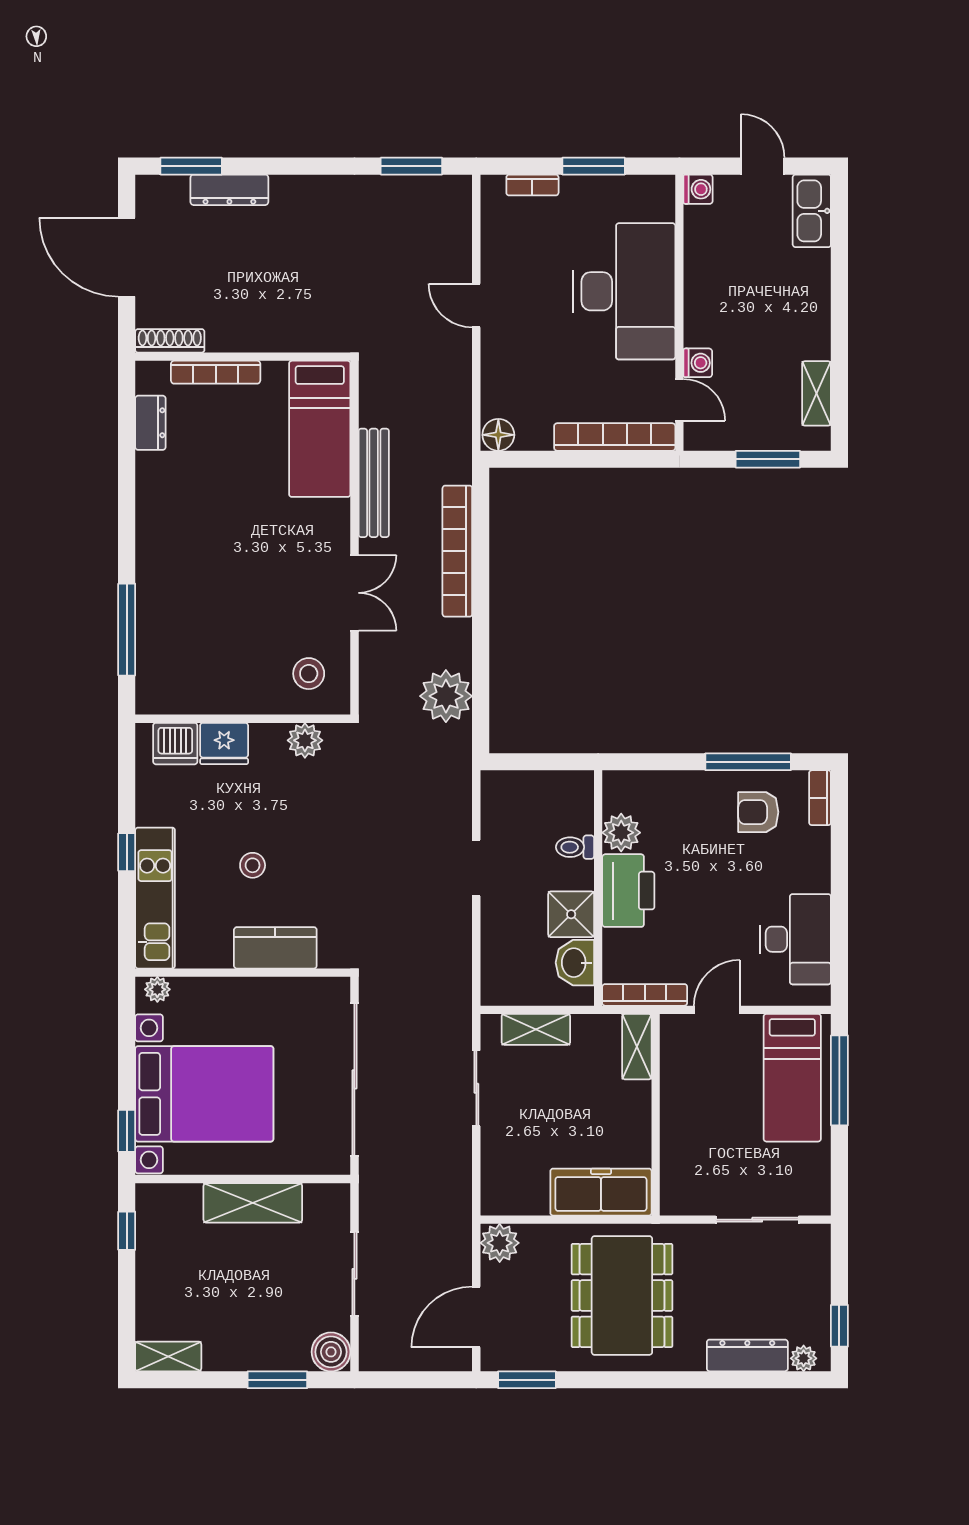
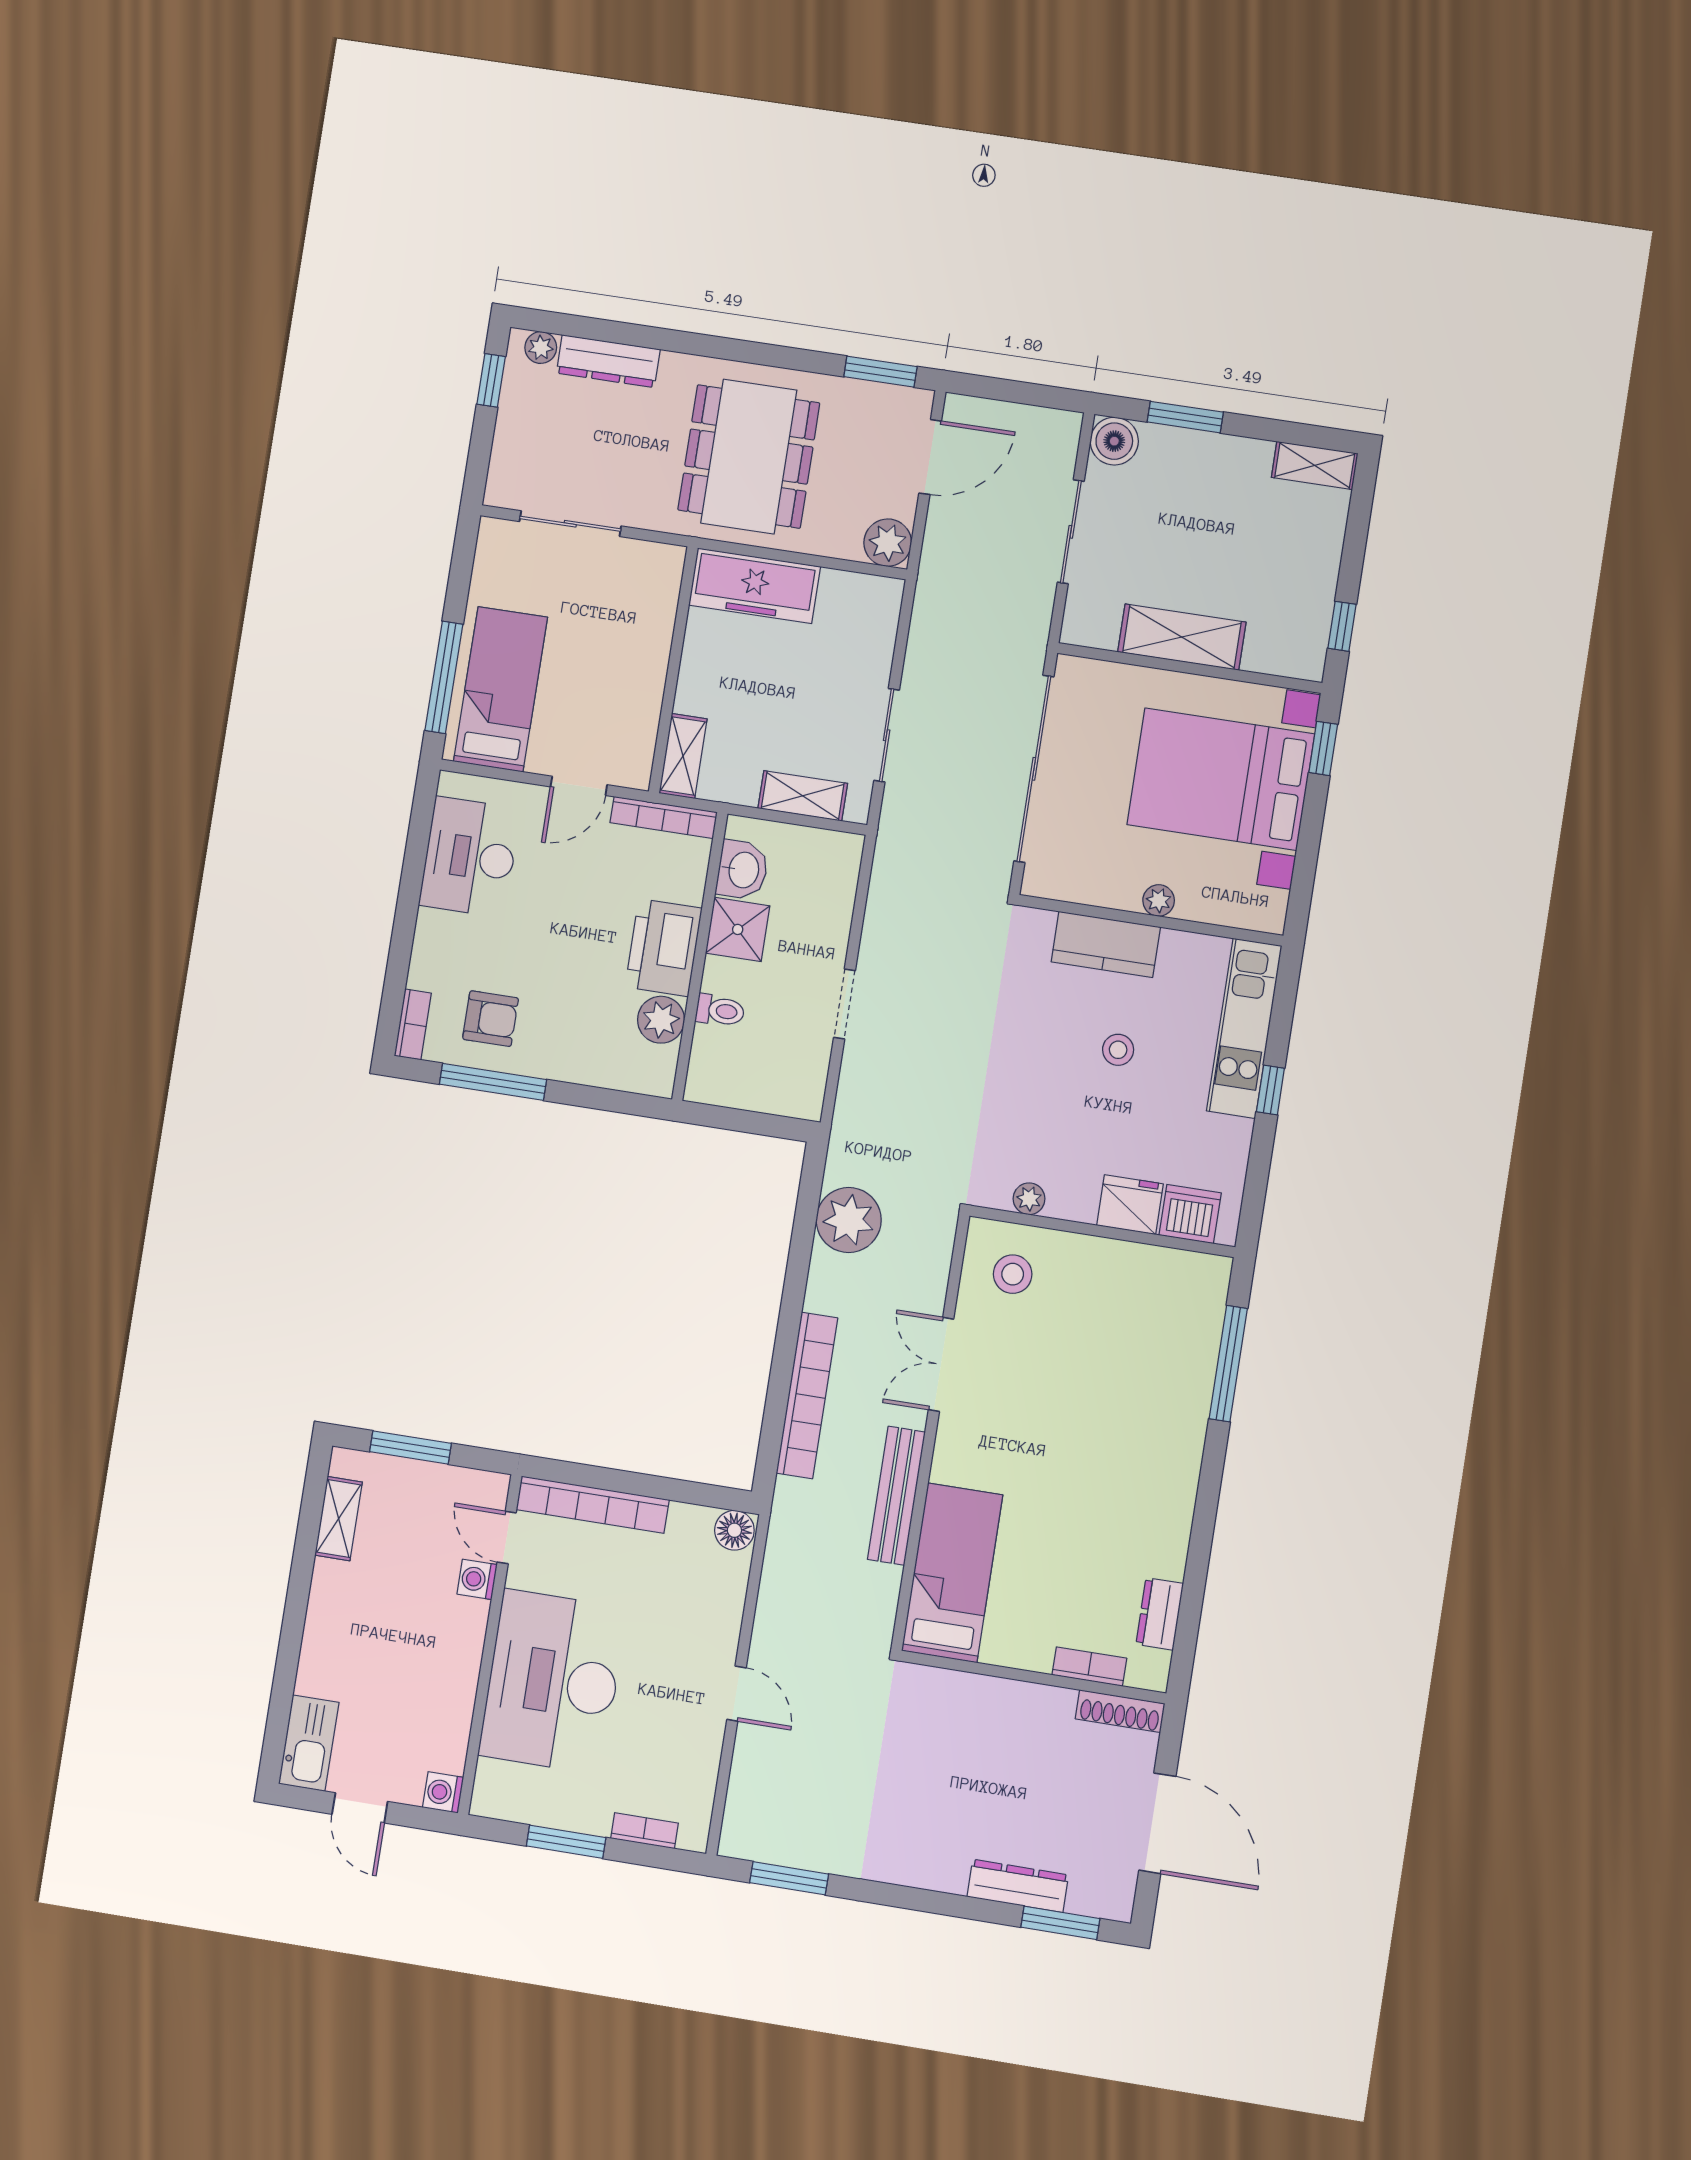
bookcase: (216, 372) -> (1089, 1667), width x0.64
plant: (305, 740) -> (1029, 1199), width x0.73, depth x0.73
plant: (157, 989) -> (1159, 900), moved

